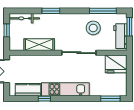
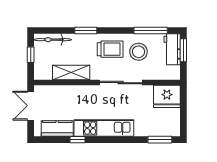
trolley: (71, 26) -> (110, 49), added
workbench: (120, 36) -> (172, 49), moved

